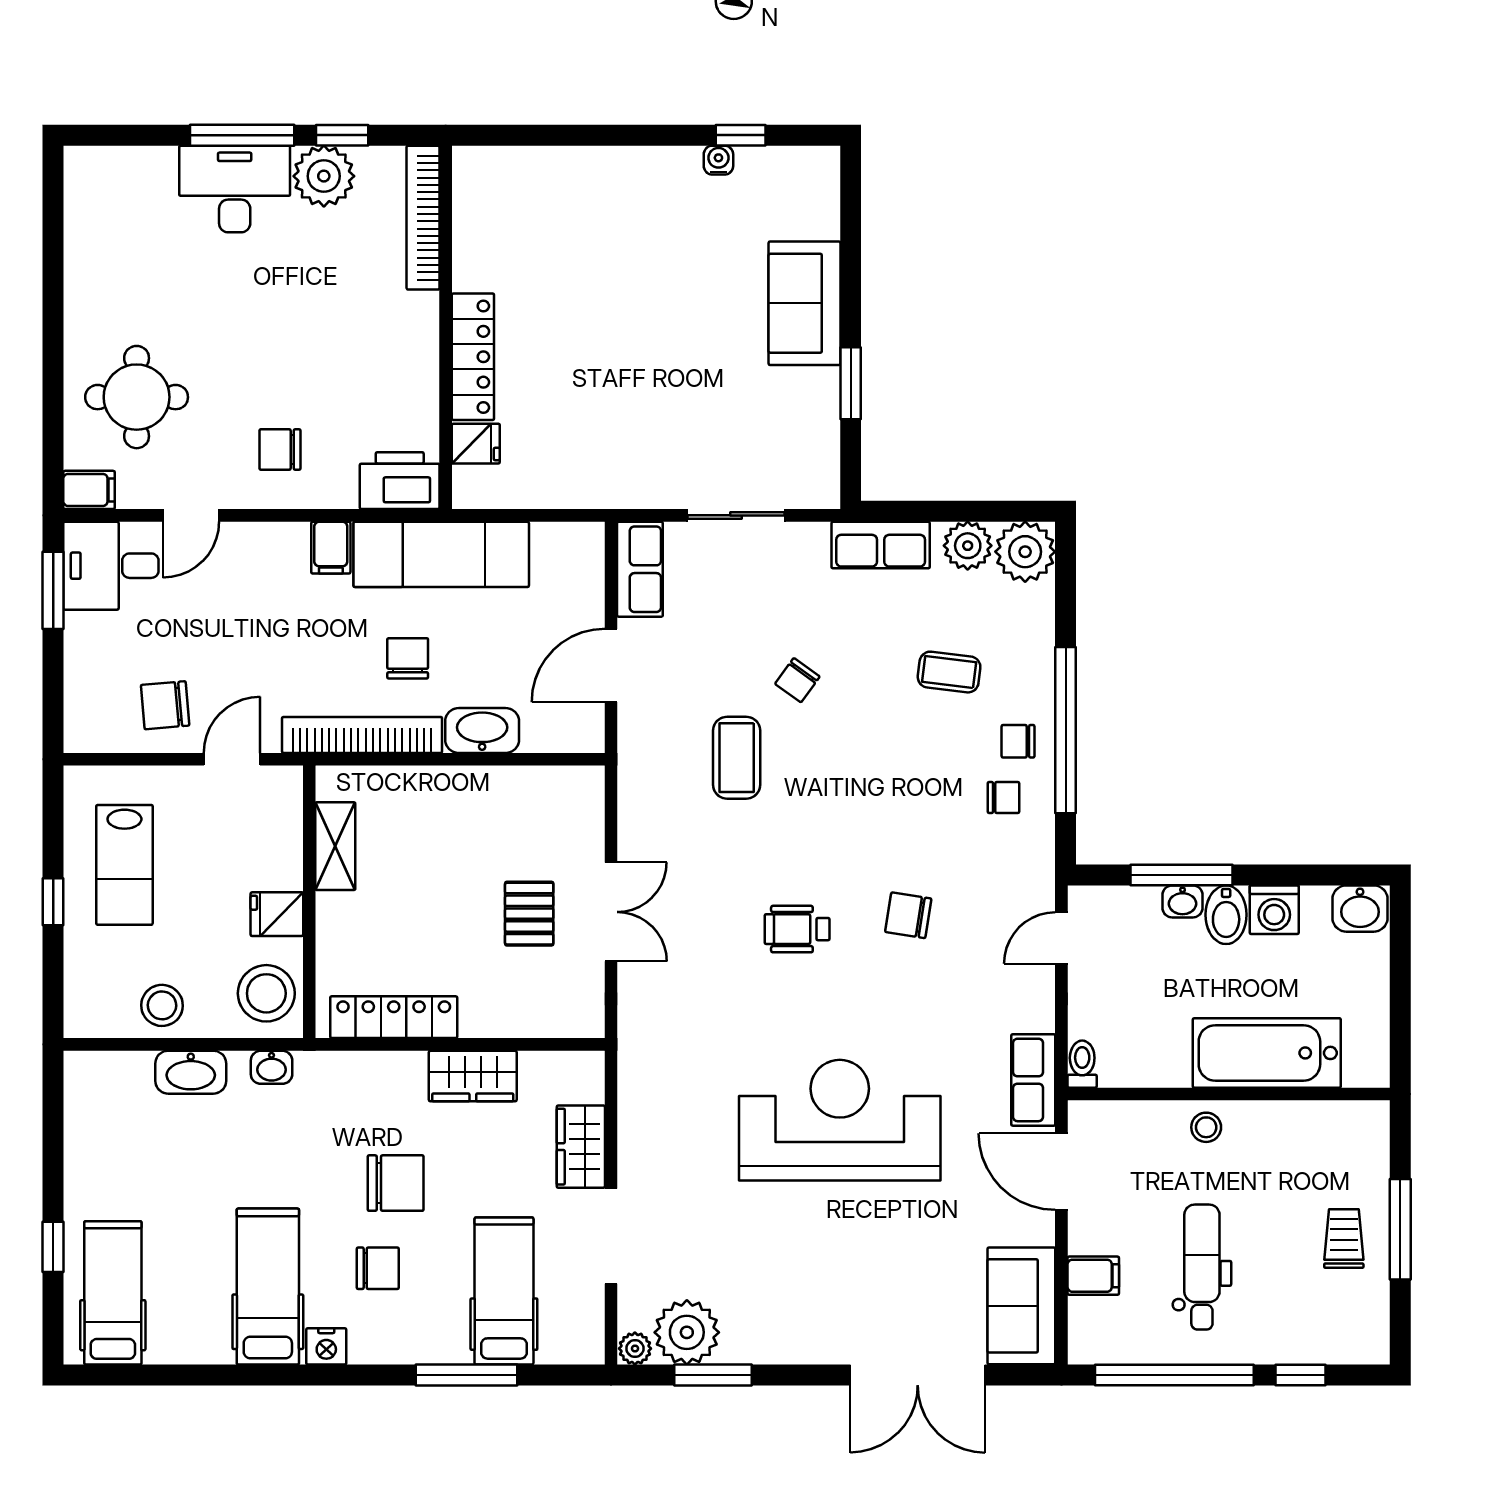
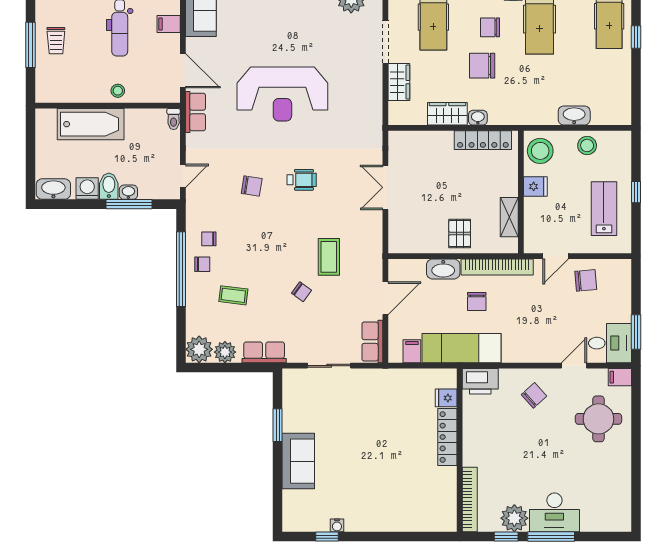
chair: (280, 449) -> (534, 395), turned -42
filing cabinet: (331, 548) -> (412, 351), moved
chair: (797, 680) -> (302, 292), turned 90
washbasin: (1360, 909) -> (53, 189), width x1.38
pallet: (529, 914) -> (460, 234), moved
washbasin: (272, 1067) -> (478, 118), moved

